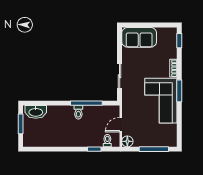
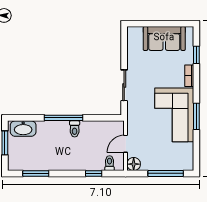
sofa: (139, 37) -> (164, 38), moved
window: (179, 41) -> (196, 55), moved
window: (179, 91) -> (196, 116), moved
window: (86, 103) -> (64, 118), moved
window: (46, 149) -> (36, 173), added

